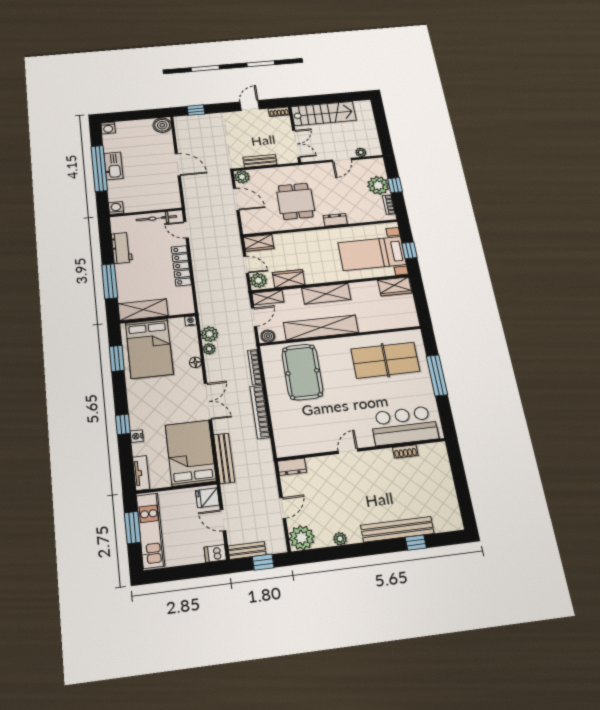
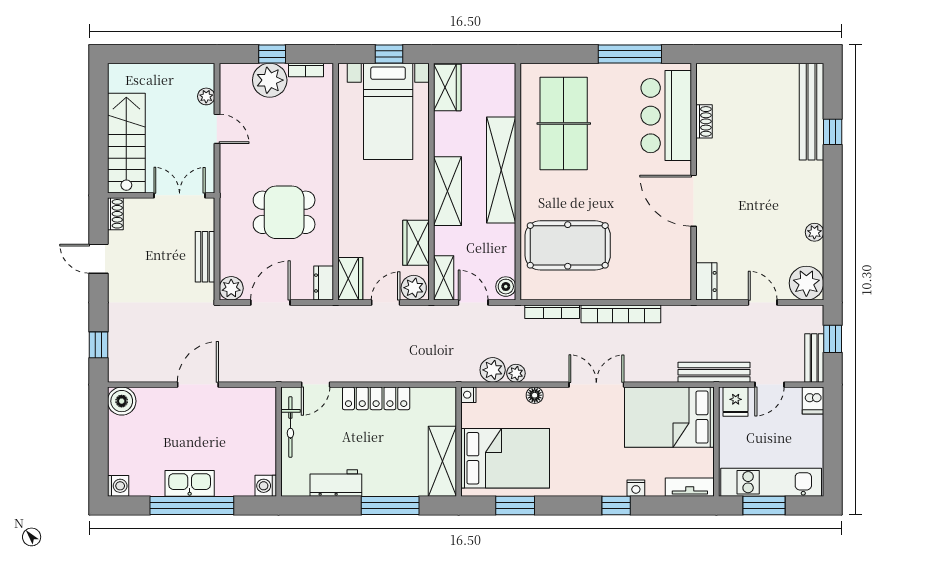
dresser: (335, 220) -> (324, 283), moved
shelving: (321, 328) -> (501, 170), moved
window: (437, 375) -> (630, 54), moved
door: (348, 451) -> (694, 201), width x1.88
bench: (224, 458) -> (714, 372), moved
bench: (397, 529) -> (811, 112), moved

